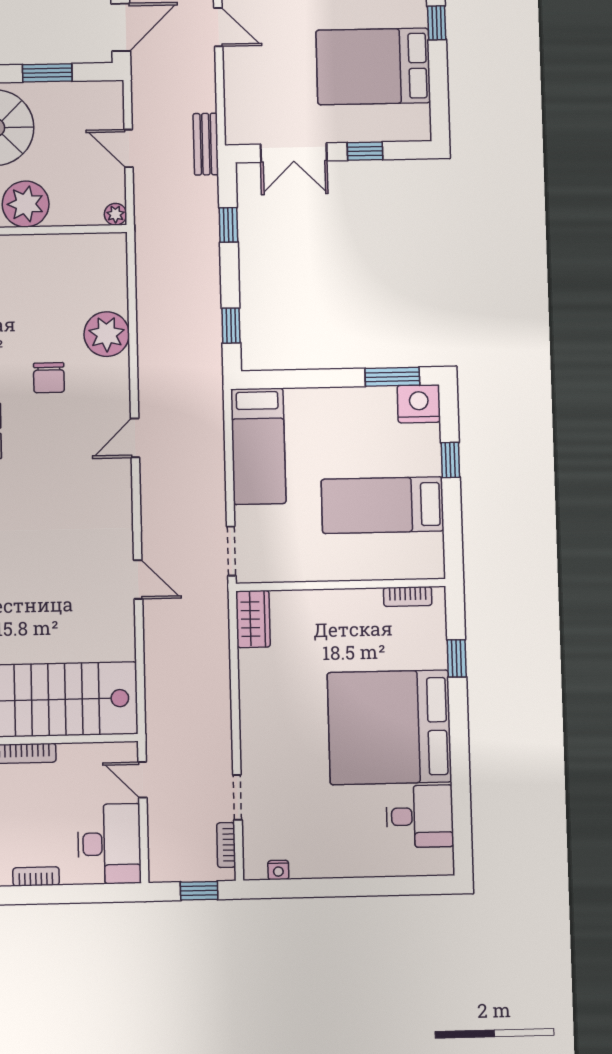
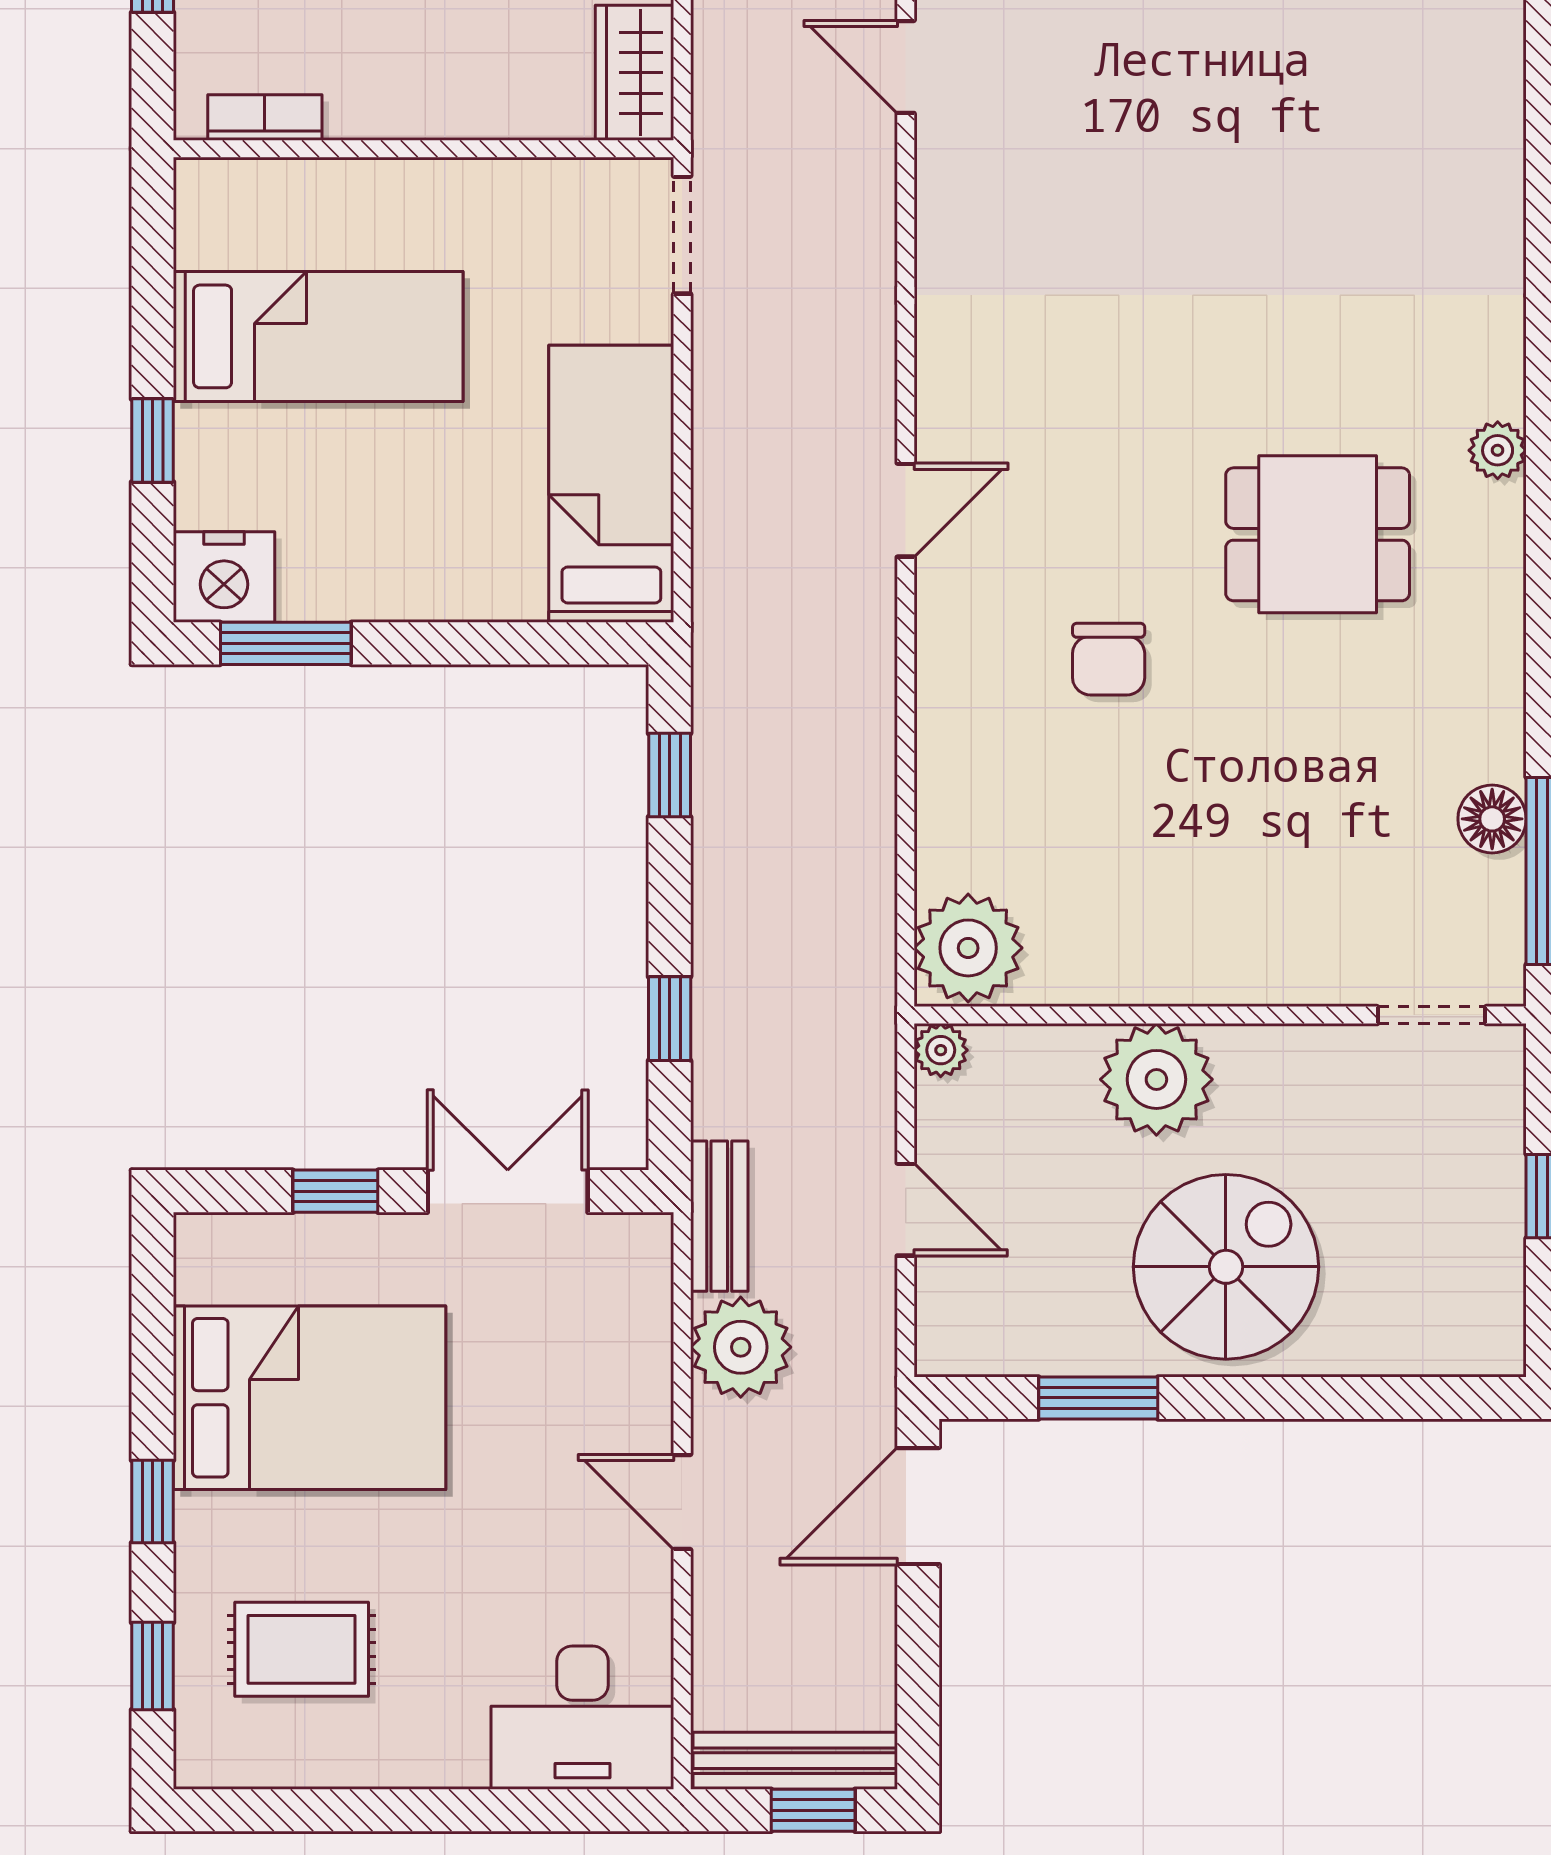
plant: (196, 91) -> (741, 1347), added
plant: (107, 334) -> (968, 948), moved
chair: (49, 378) -> (1109, 659), turned 180
door: (138, 579) -> (906, 67), moved

